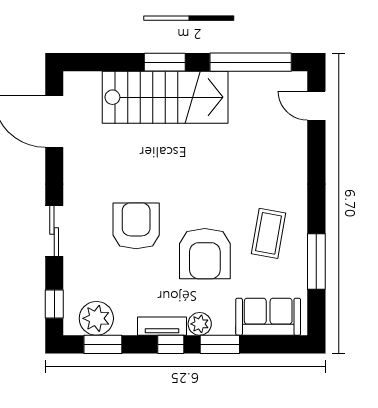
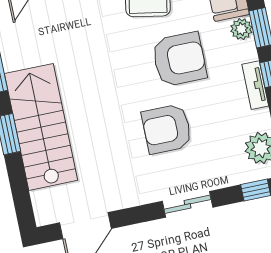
plant: (200, 324) -> (241, 29), moved

